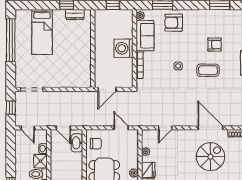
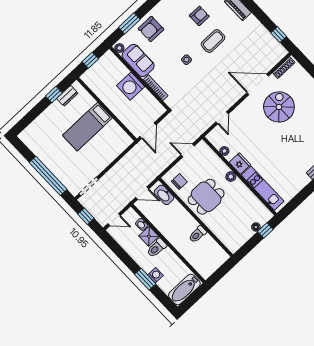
bed: (42, 32) -> (87, 127), moved, turned 90
window: (11, 40) -> (48, 176), moved

